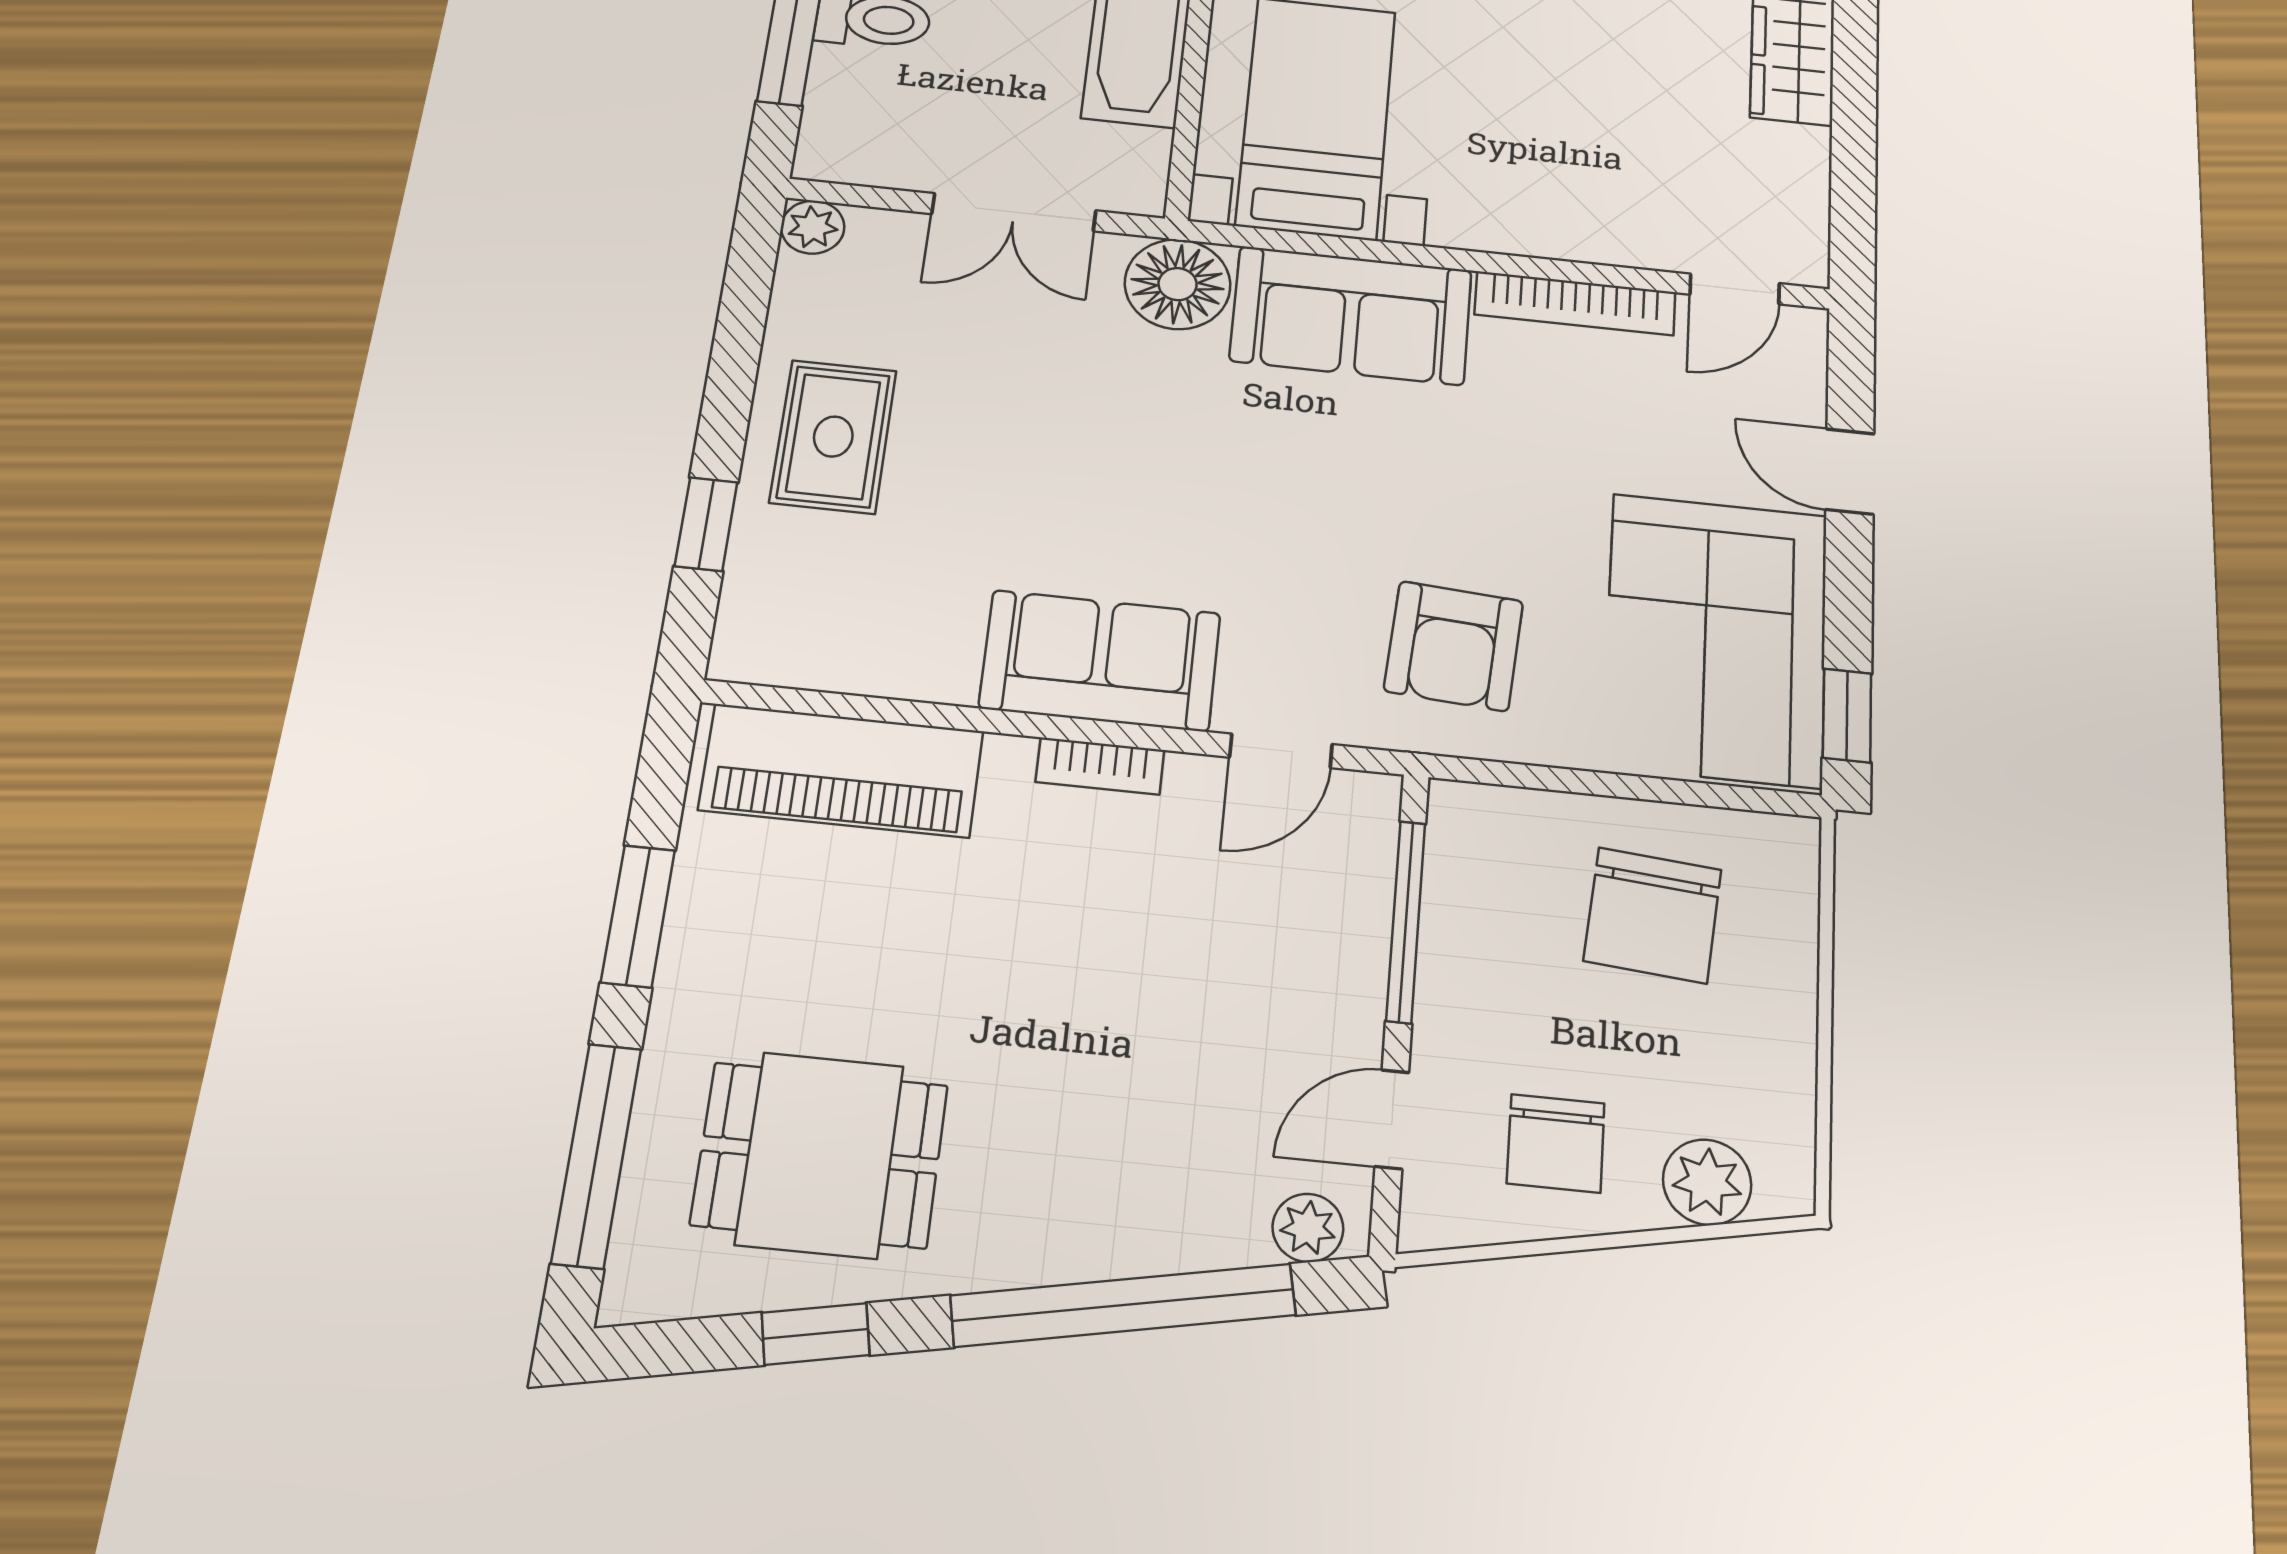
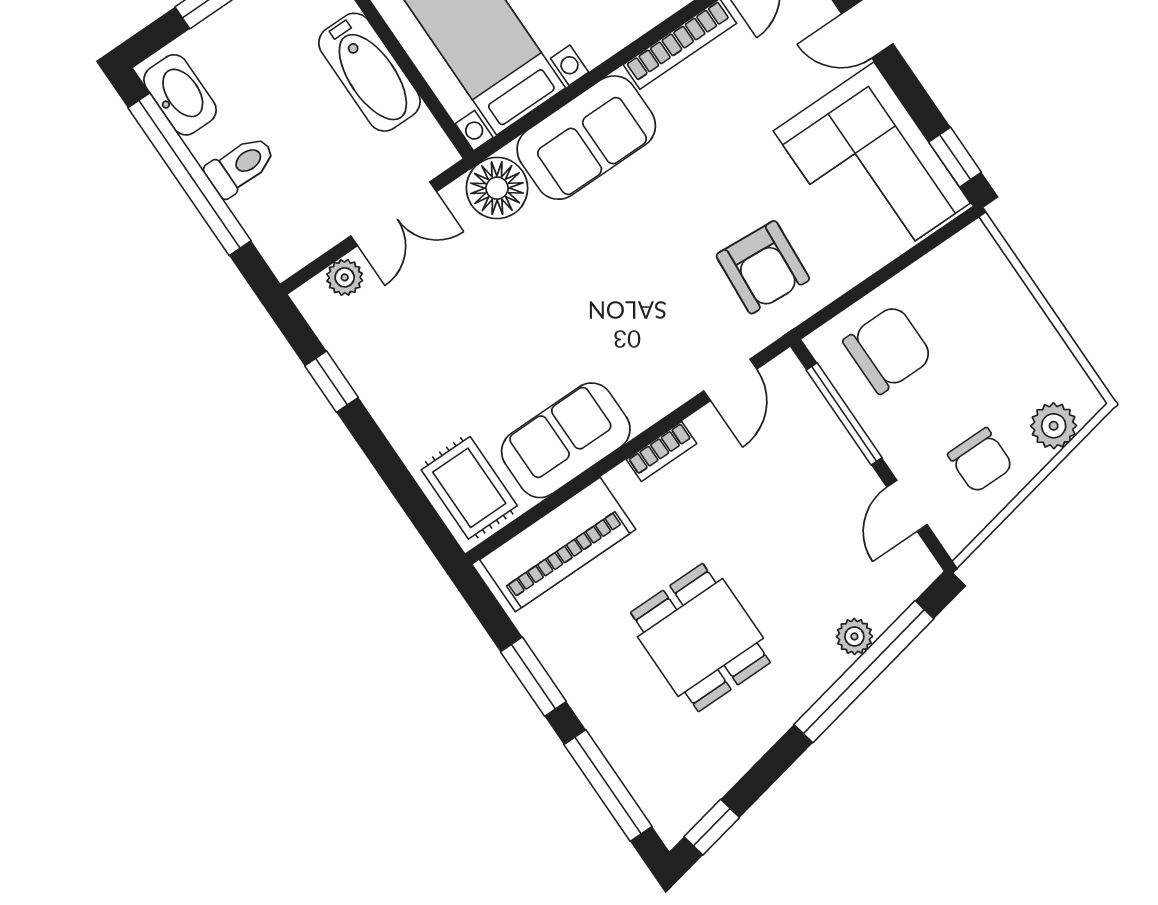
plant: (813, 227) -> (345, 277), moved
rug: (833, 437) -> (469, 488), moved
window: (706, 524) -> (331, 382), moved
sofa: (1100, 661) -> (566, 440), moved
chair: (1653, 915) -> (888, 349), moved, turned -95
dining table: (820, 1155) -> (700, 638), moved, turned 90
plant: (1308, 1228) -> (854, 636), moved
window: (816, 1334) -> (712, 827), moved

